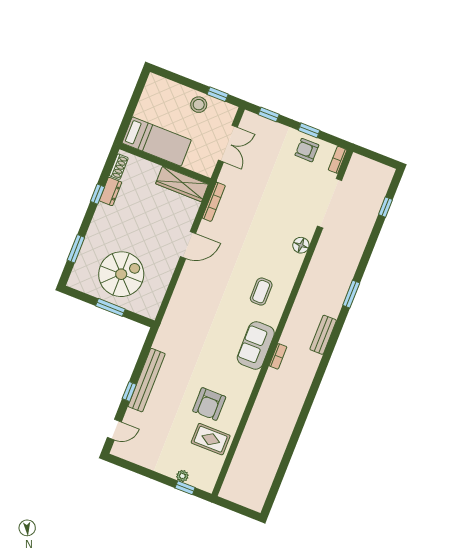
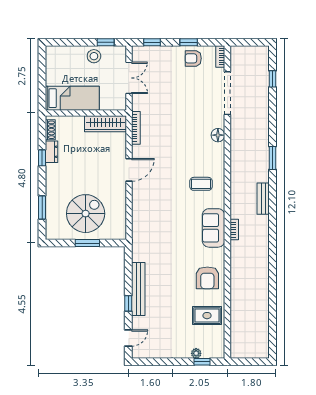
coffee table: (261, 292) -> (201, 184), turned 90
armchair: (209, 404) -> (207, 278), moved

